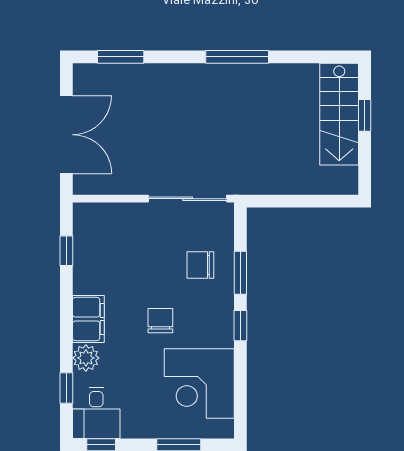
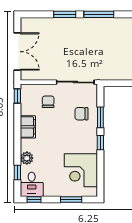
window: (121, 57) -> (65, 14), moved
window: (66, 251) -> (17, 96), moved
filing cabinet: (88, 319) -> (28, 127), moved
chair: (160, 321) -> (48, 102), moved

